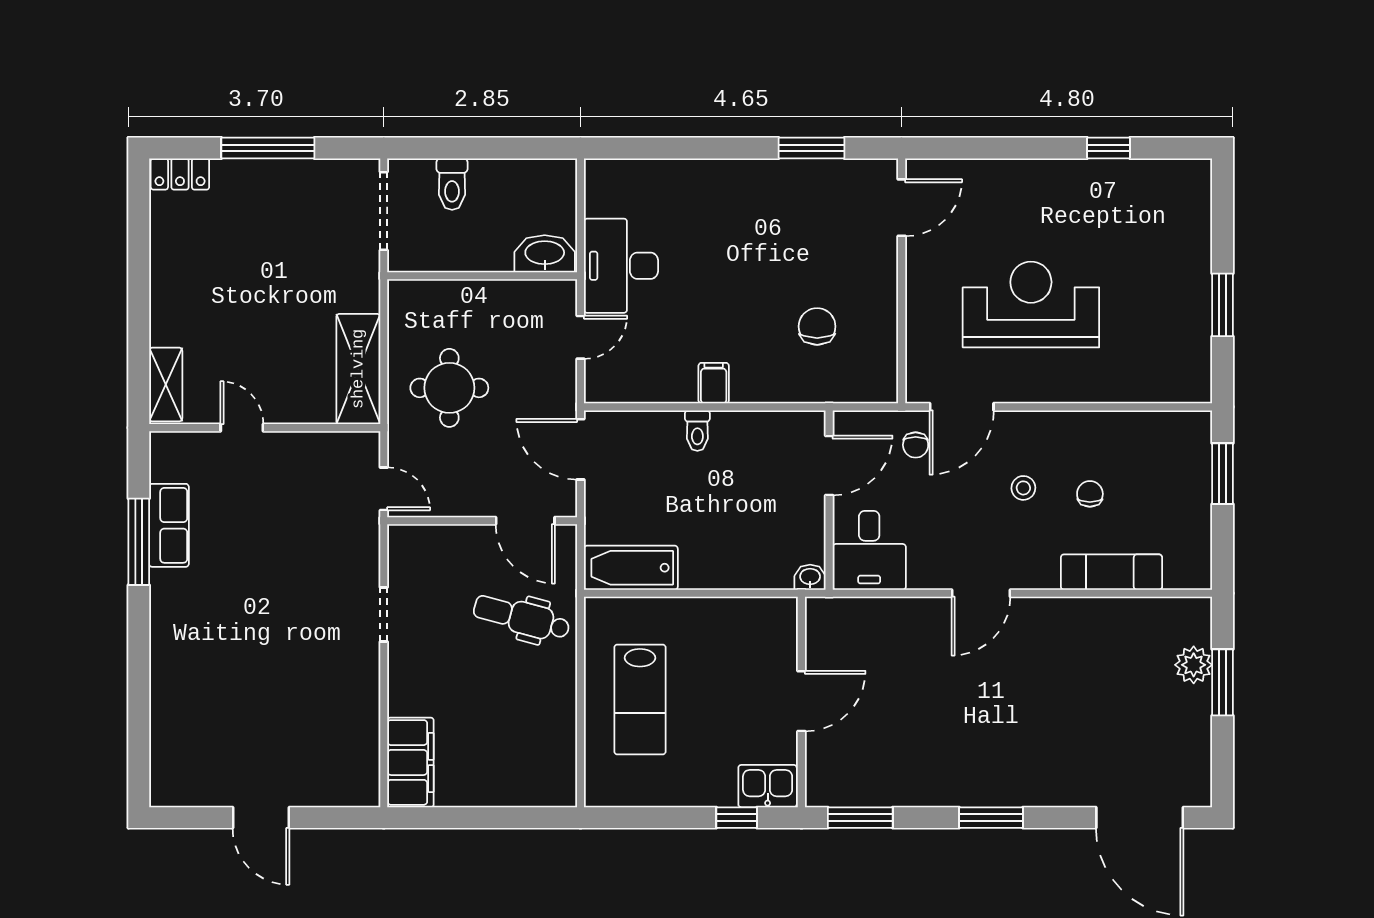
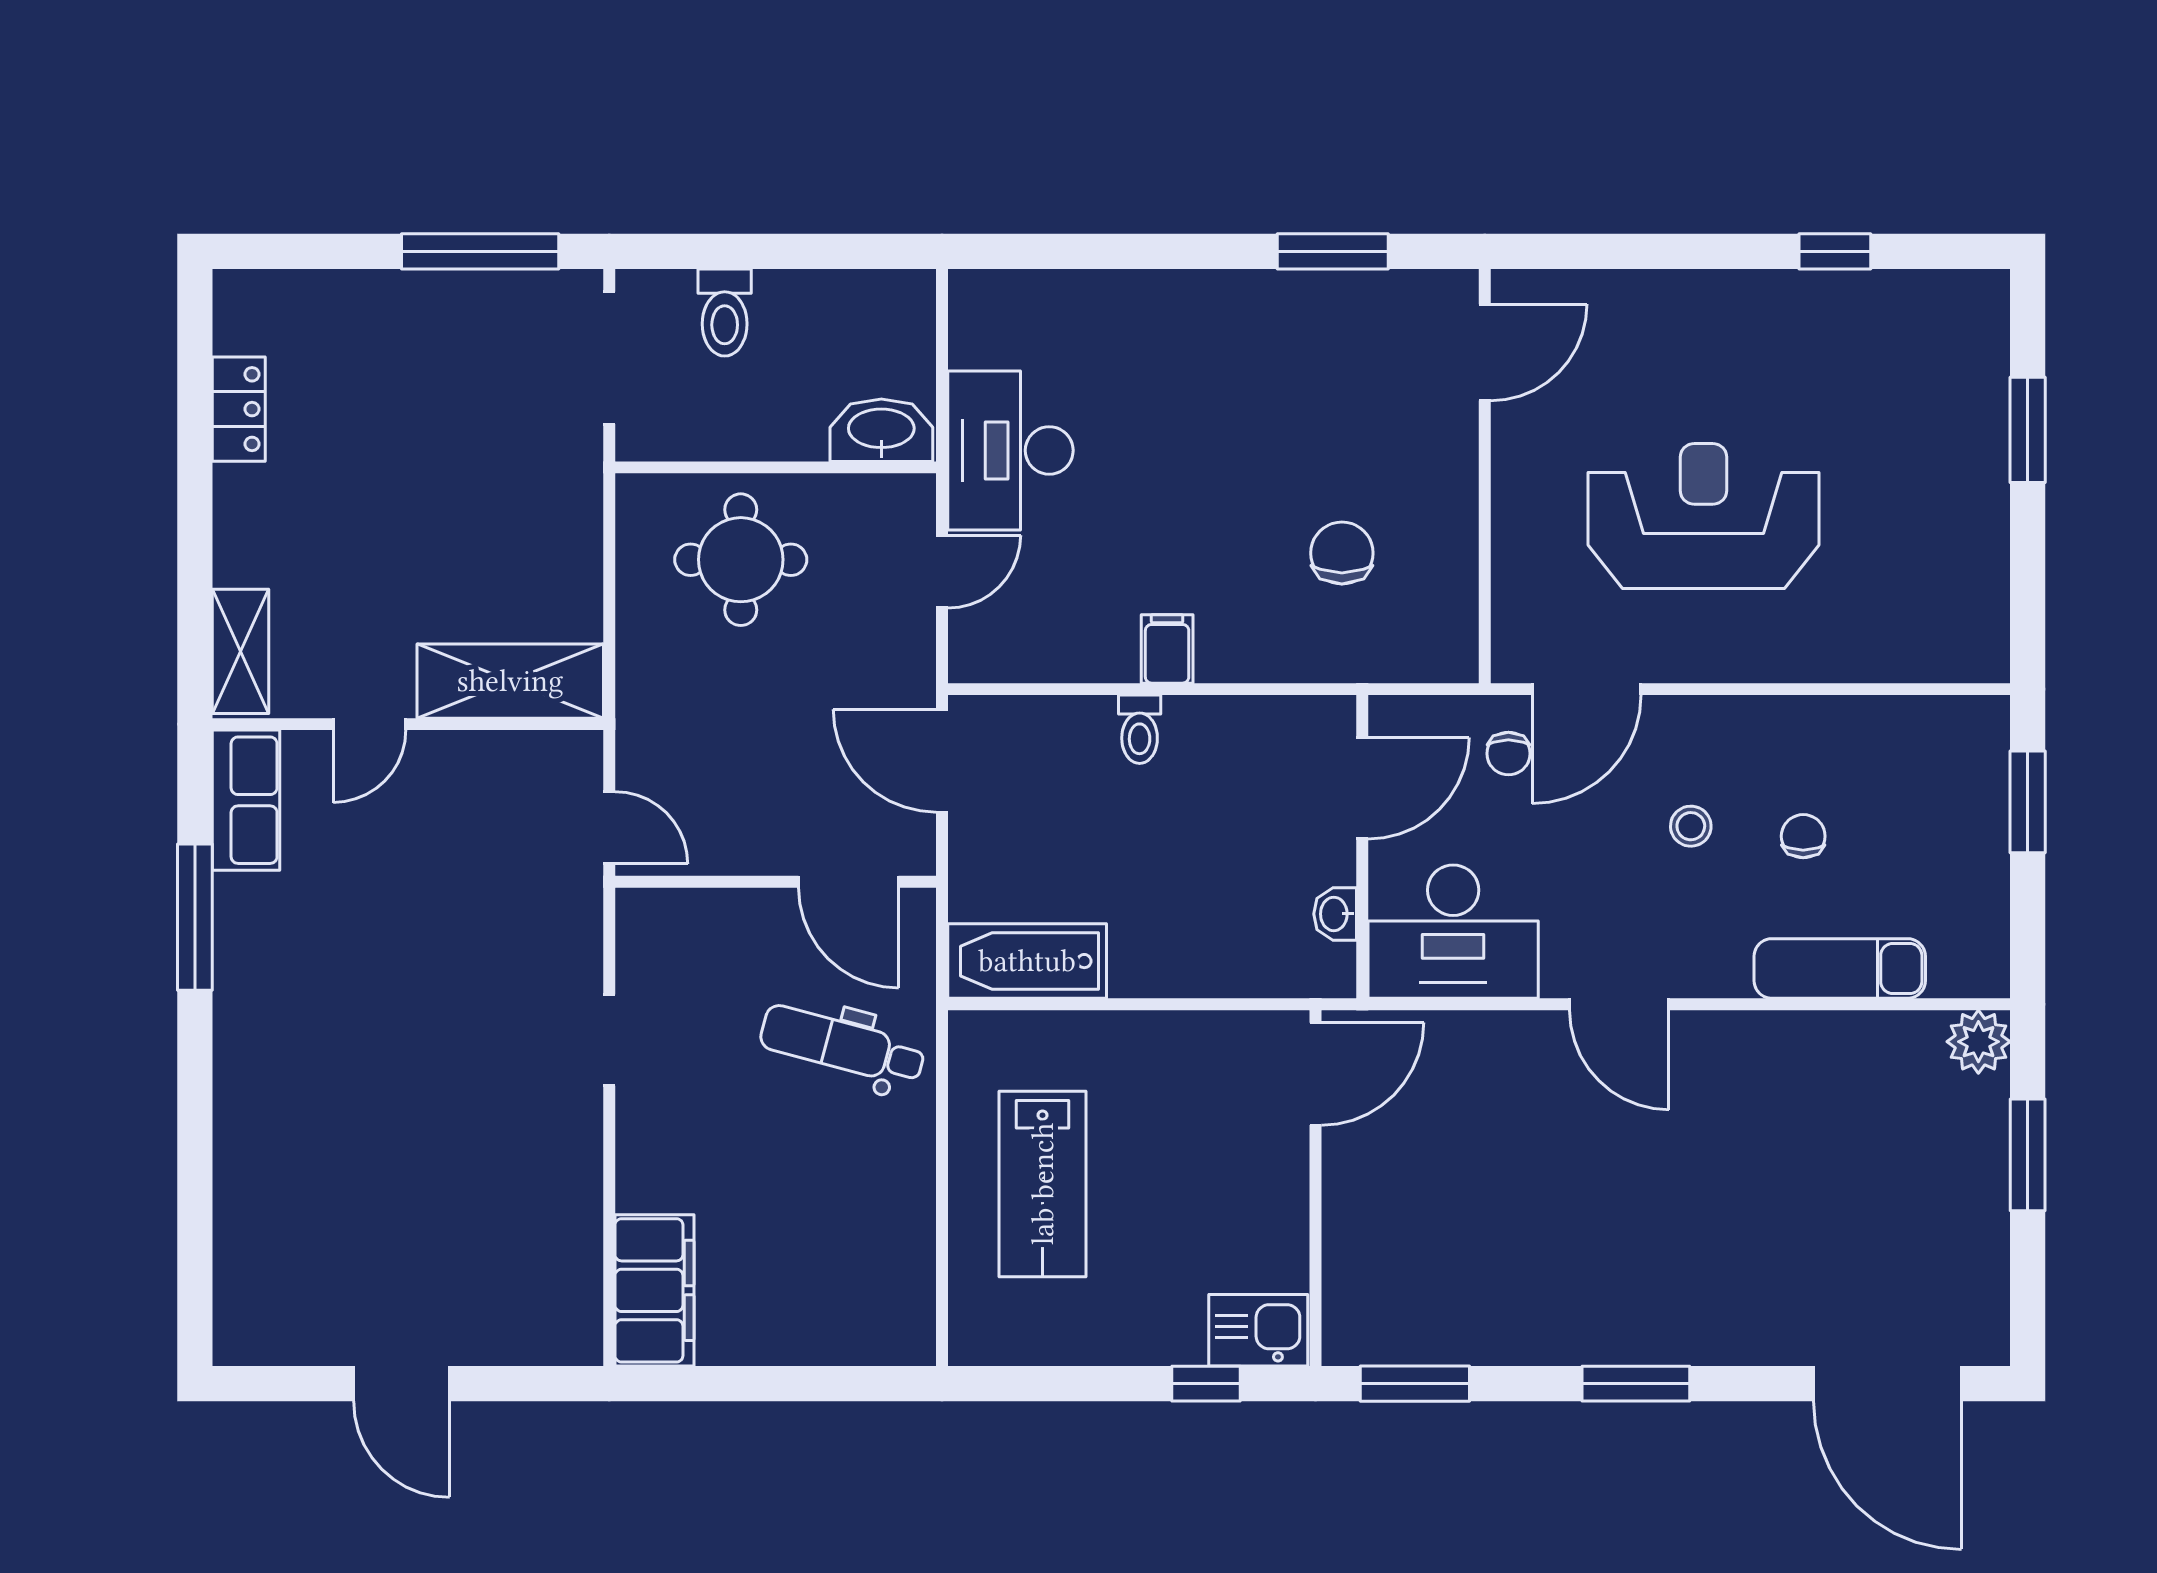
window: (268, 148) -> (480, 251), moved
locker: (180, 174) -> (239, 409), moved, turned -90
window: (1223, 305) -> (2028, 430), moved
shelving: (358, 369) -> (510, 681), moved, turned 90
round table: (449, 388) -> (741, 560), moved
door: (242, 428) -> (369, 724), swing flipped
row of seats: (169, 525) -> (246, 800), moved
desk: (869, 550) -> (1453, 932), width x1.37
washbasin: (810, 577) -> (1335, 914), moved, turned -90
door: (981, 593) -> (1619, 1004), hinge flipped
plant: (1194, 665) -> (1978, 1042), moved
door: (801, 701) -> (1316, 1074), moved

